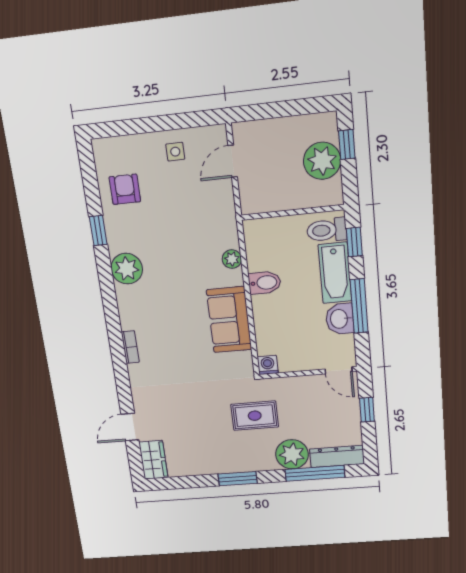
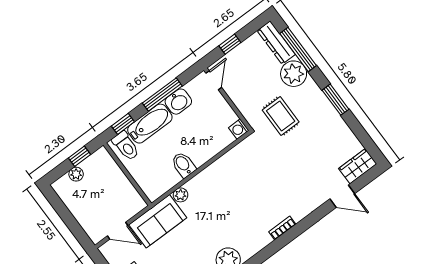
window: (347, 144) -> (79, 156), moved
plant: (322, 161) -> (76, 174), width x0.53, depth x0.53
sofa: (229, 320) -> (158, 221), moved

